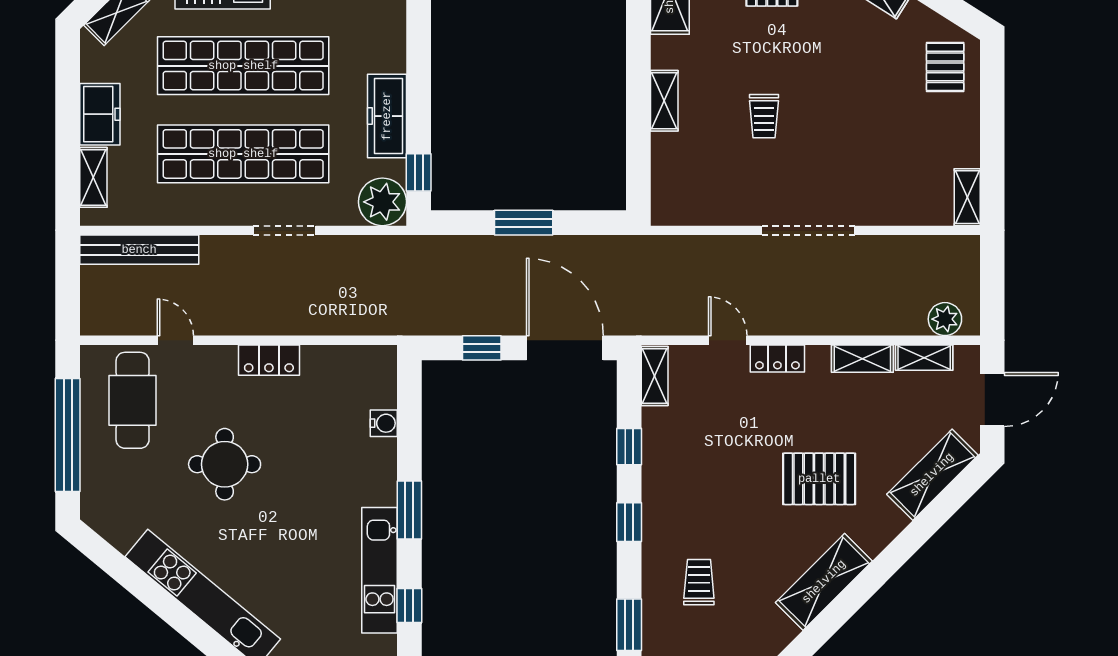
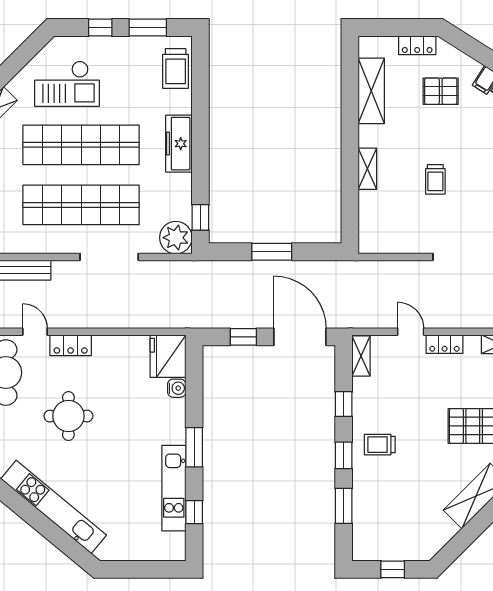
freezer: (387, 116) -> (179, 144), moved
doorway: (284, 230) -> (109, 257), width x1.36
locker: (269, 360) -> (71, 345), moved
fridge: (371, 376) -> (168, 356), added
trolley: (699, 582) -> (380, 445), moved, turned -90
window: (629, 625) -> (344, 506), moved

